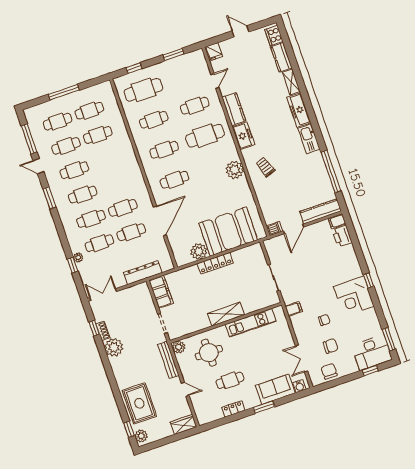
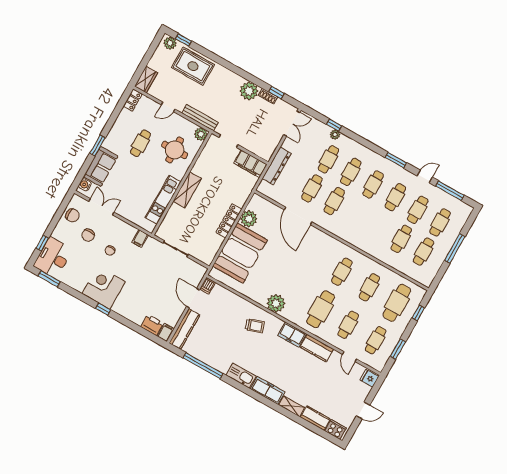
cafe table: (174, 180) -> (376, 340), moved
locker: (233, 409) -> (133, 100), moved

